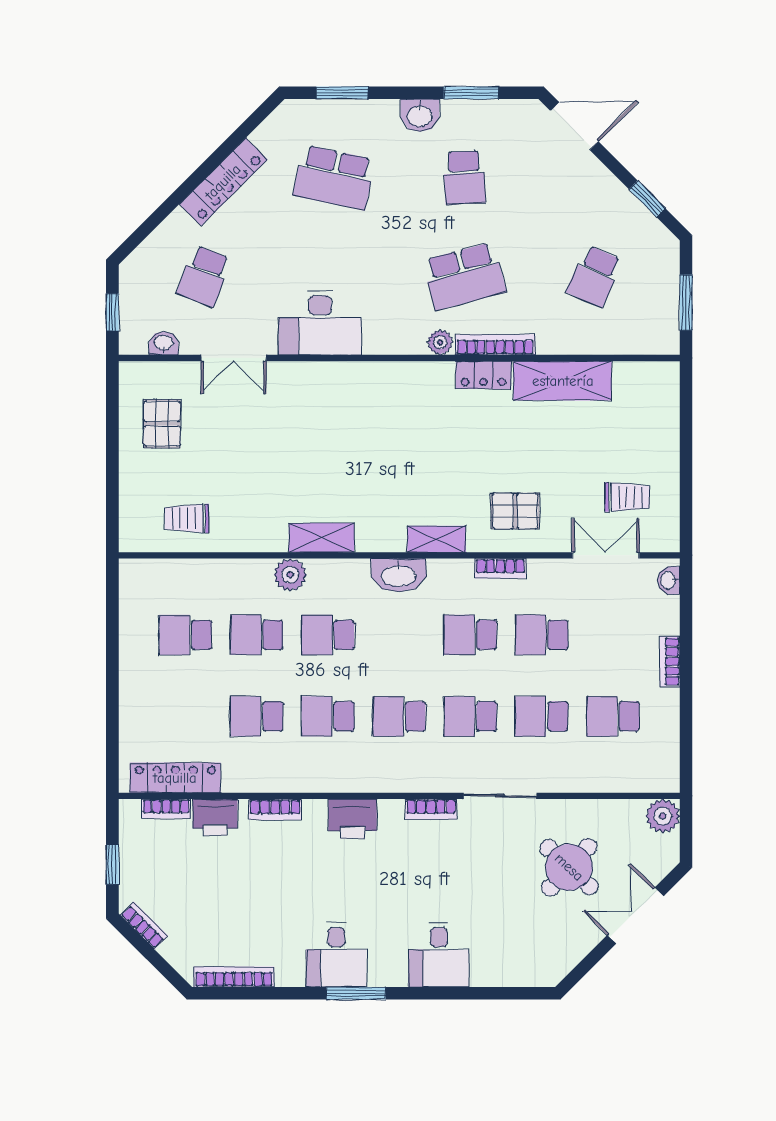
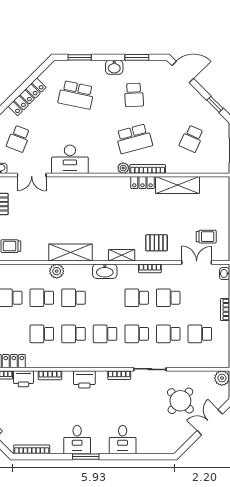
shelving: (321, 538) -> (71, 252), width x1.50, depth x1.33

